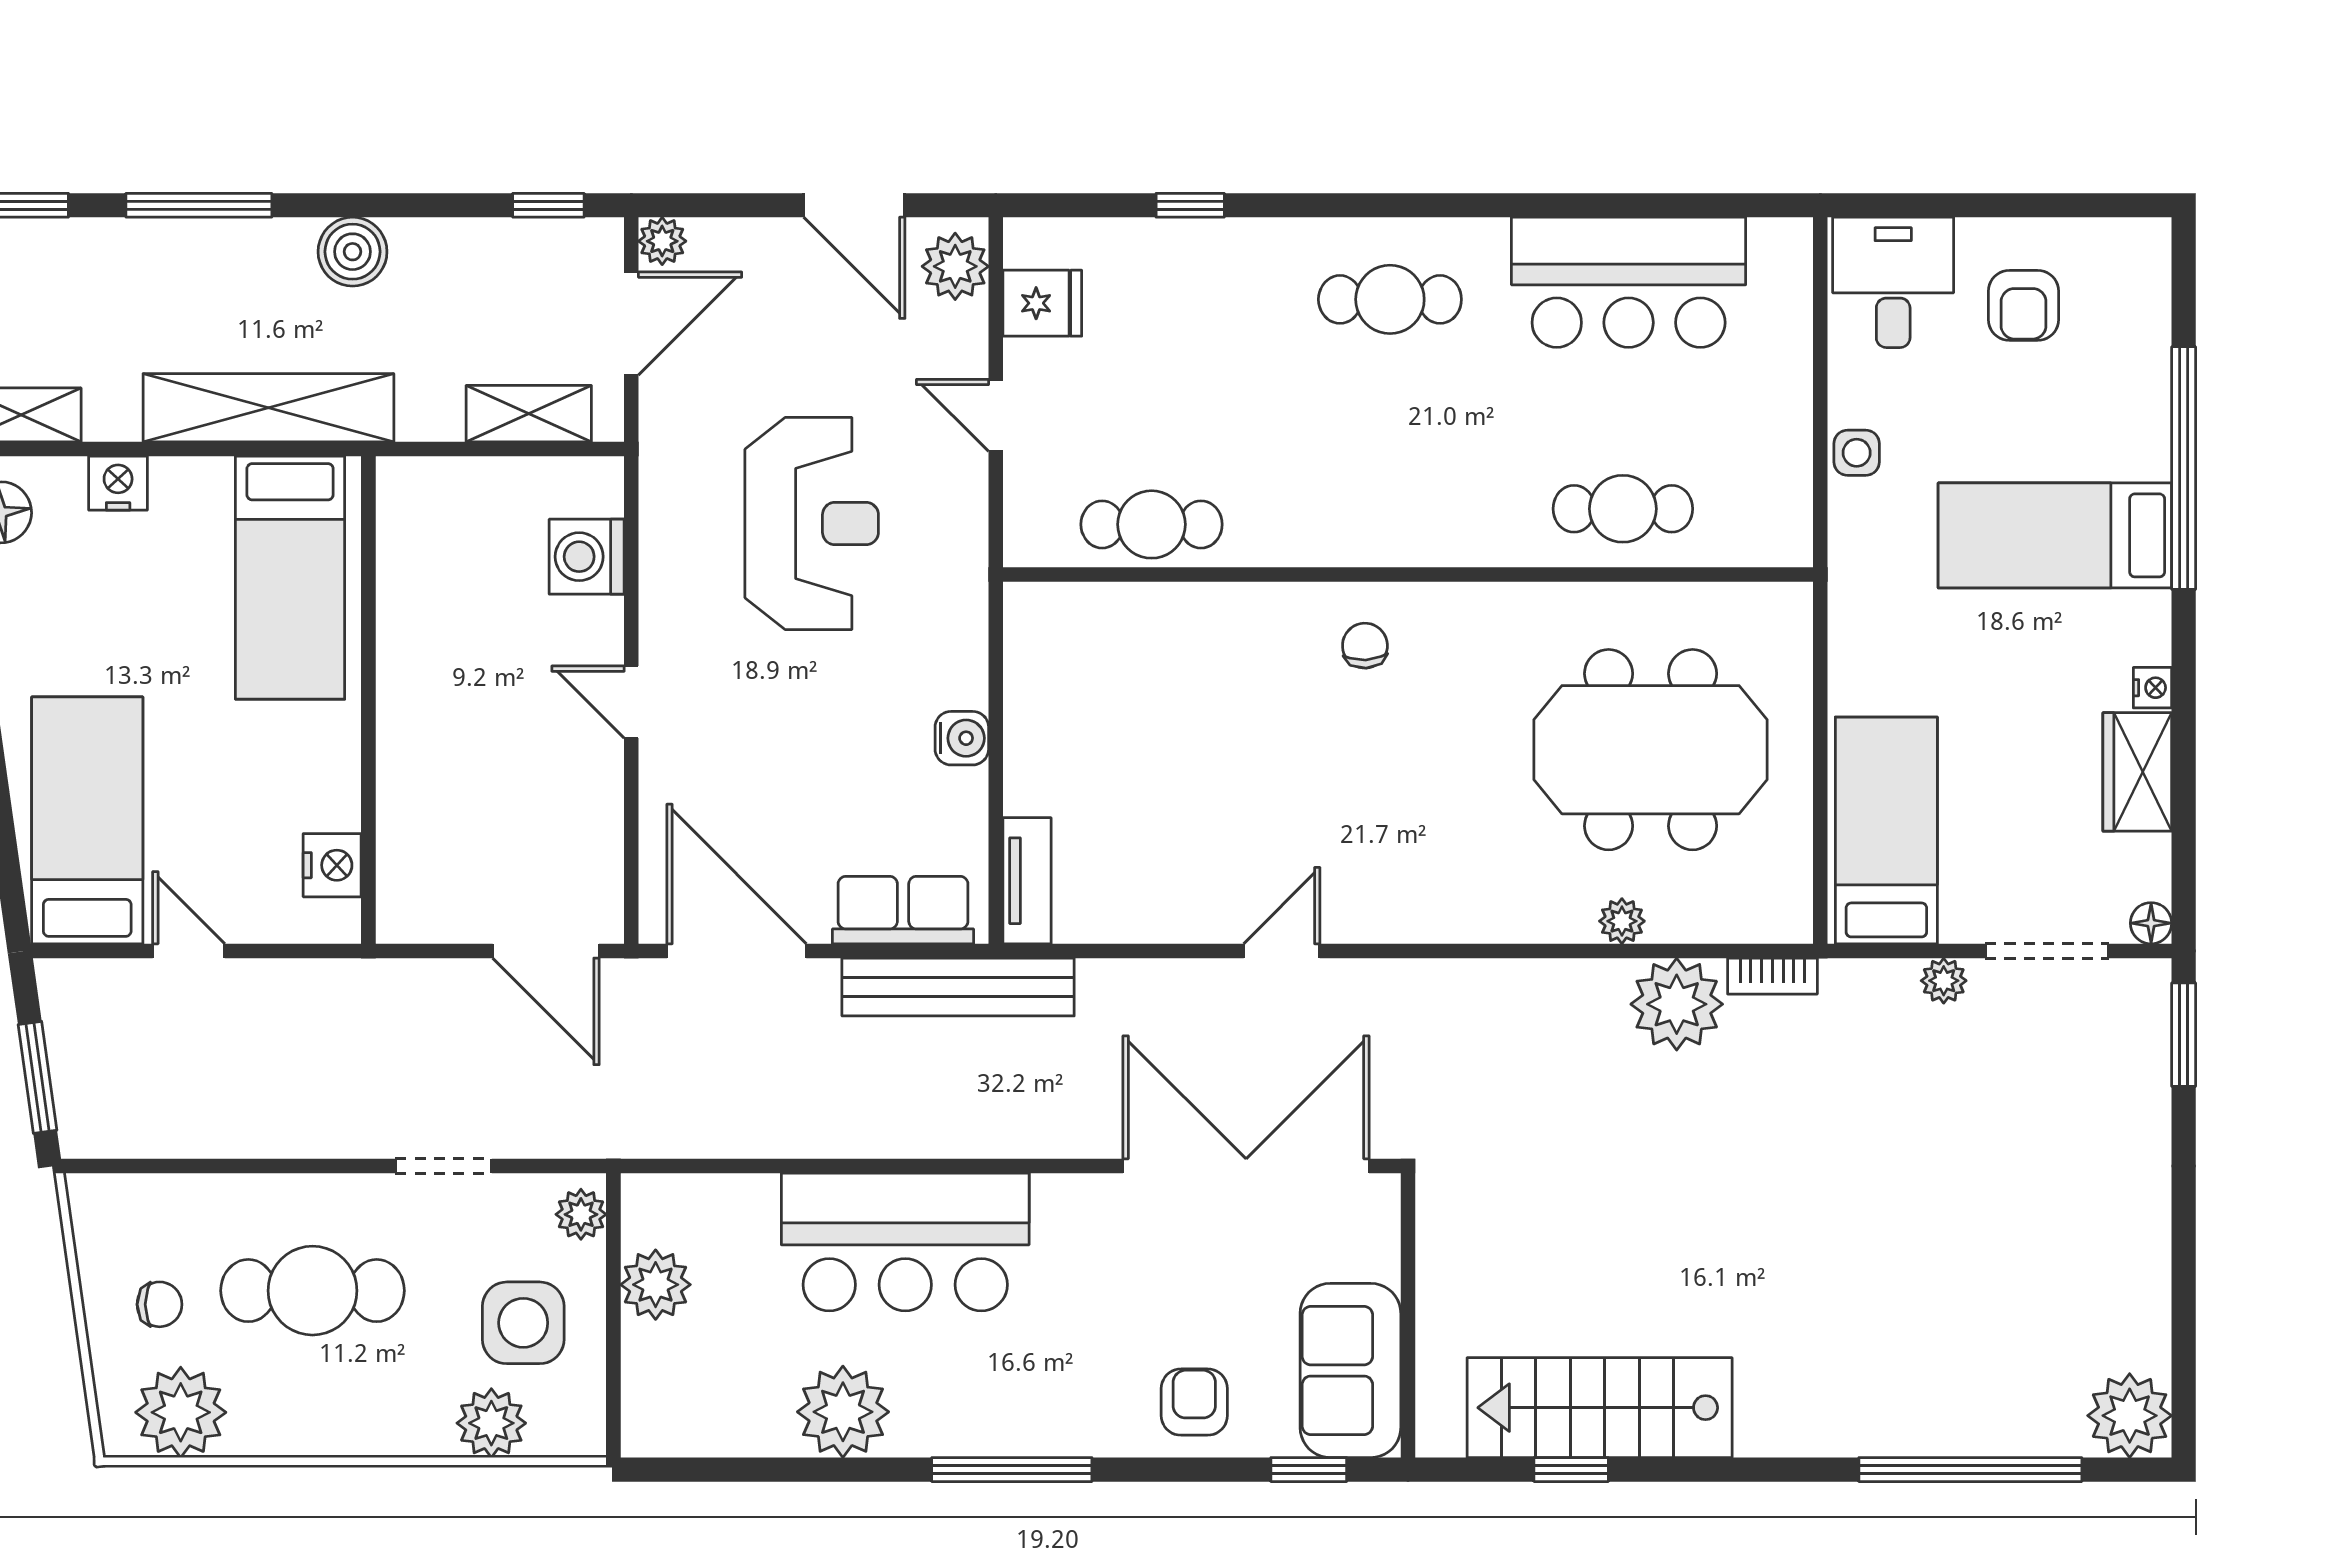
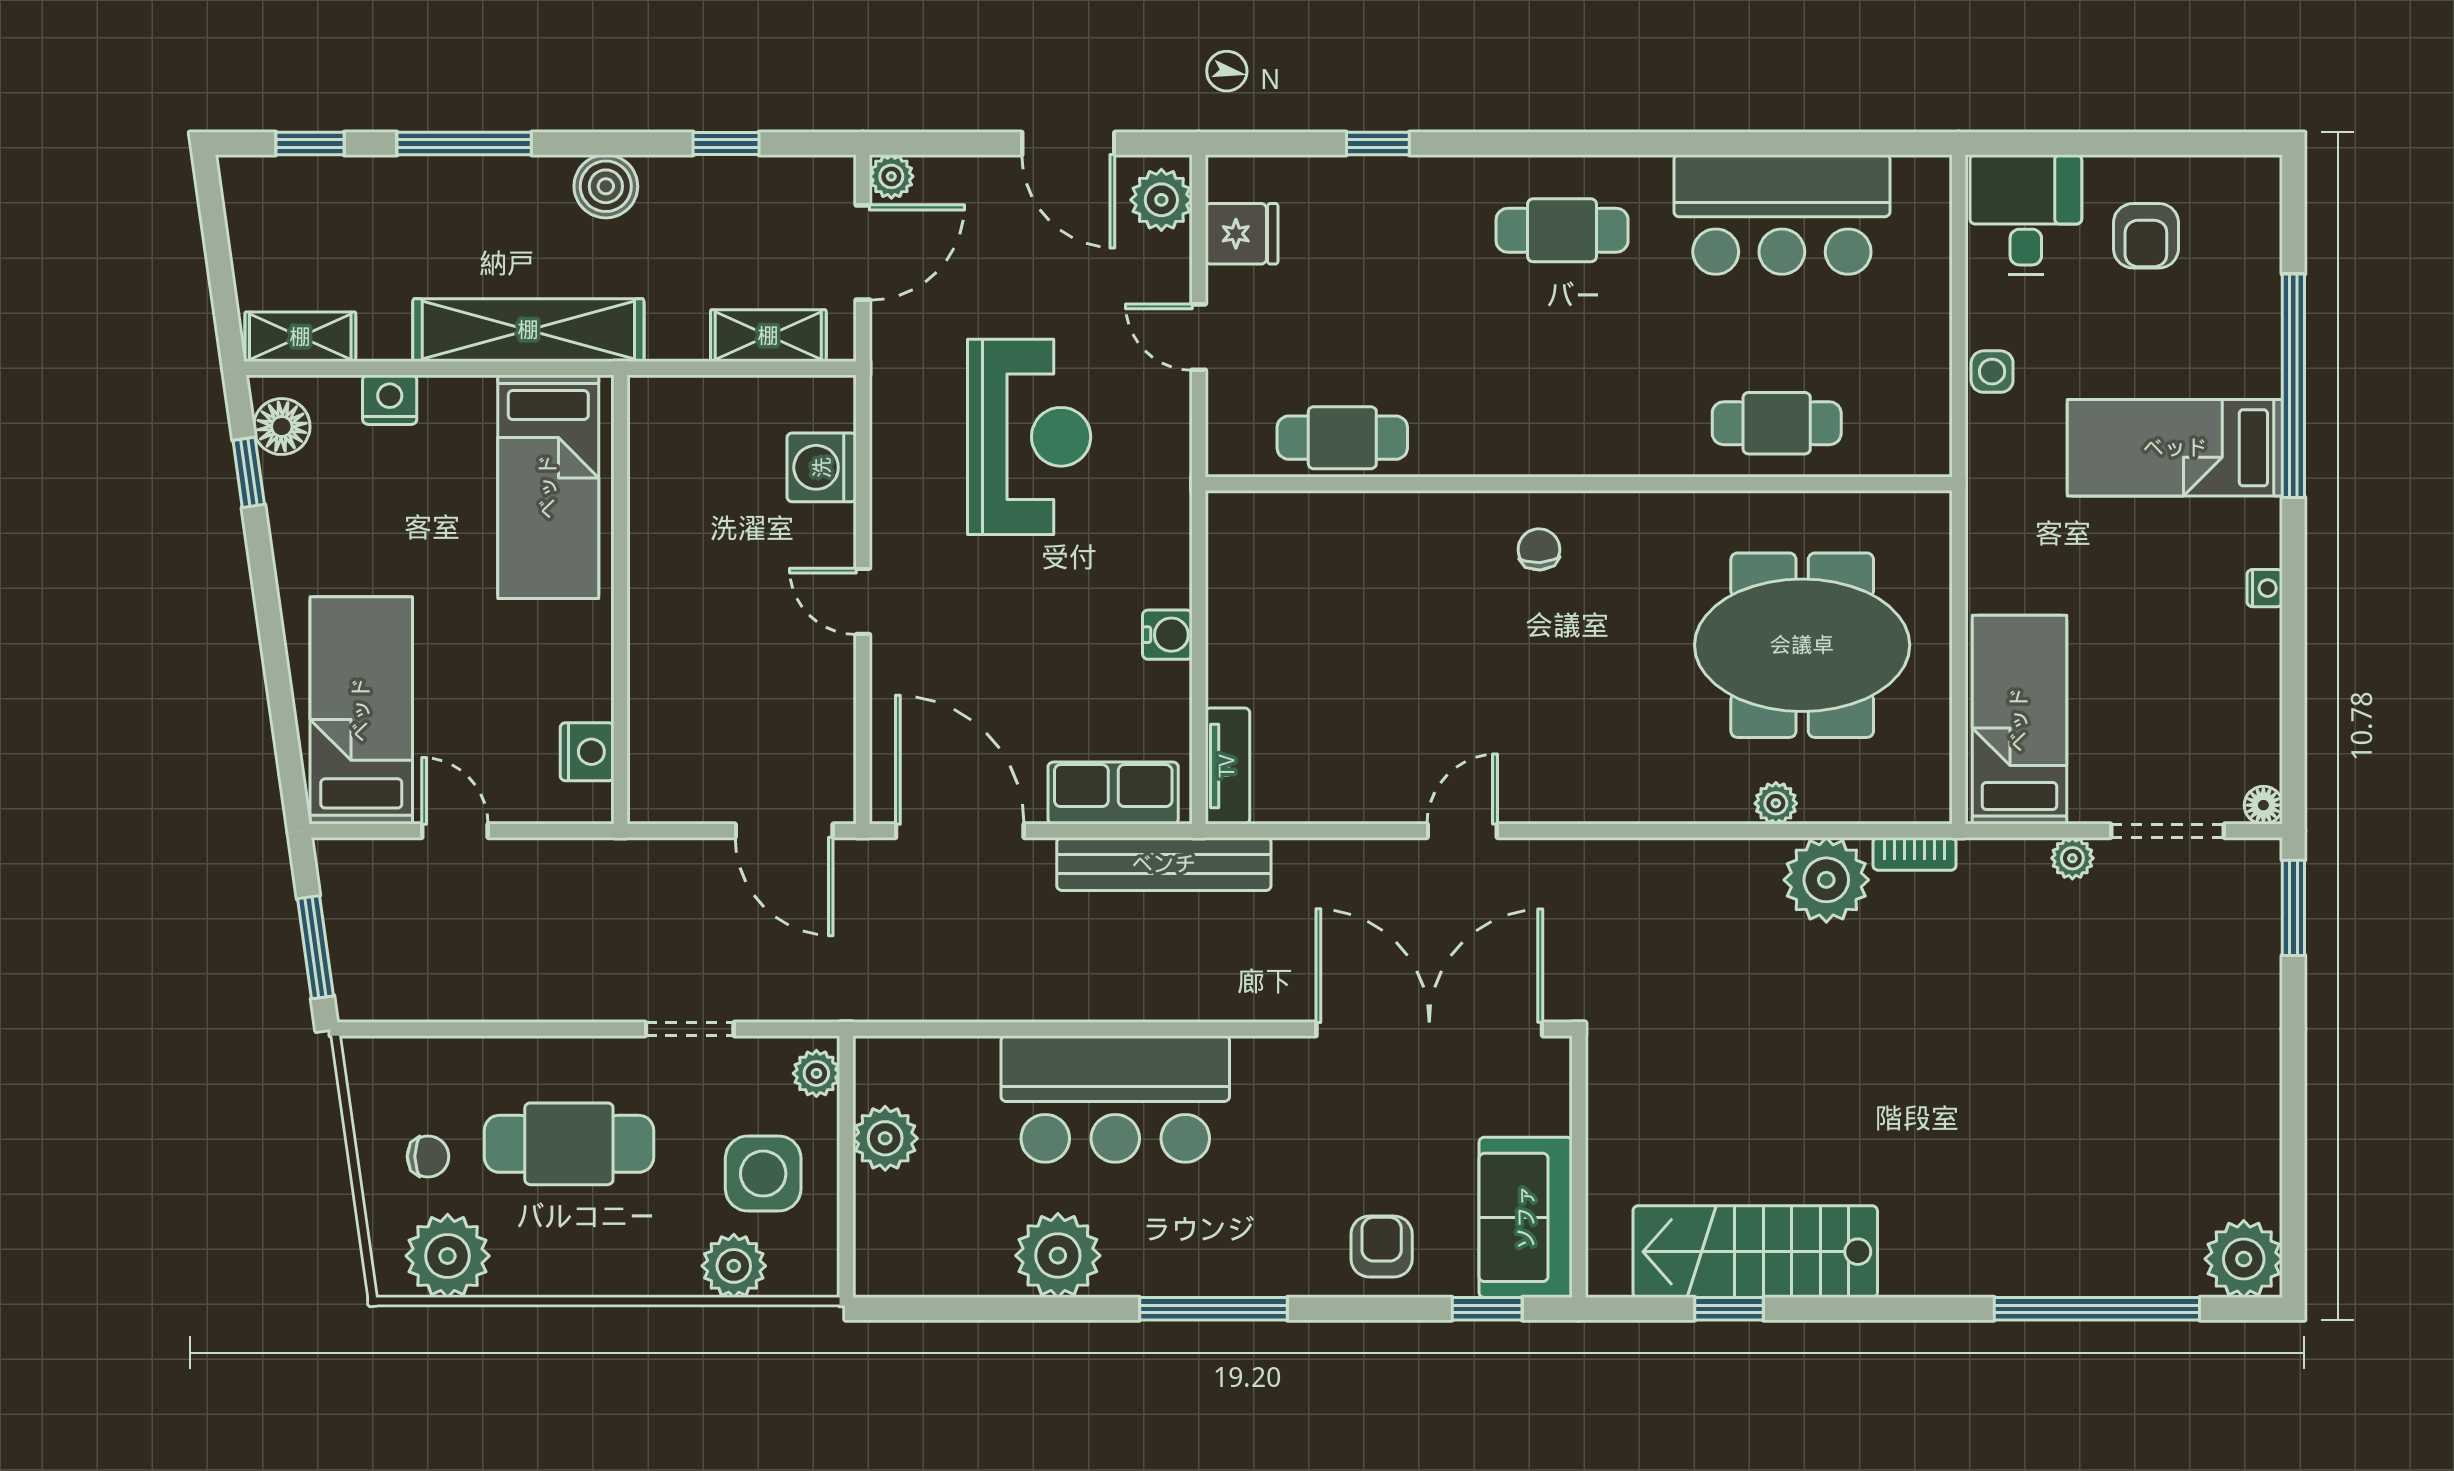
window: (548, 205) -> (726, 144), moved
wardrobe: (2137, 772) -> (2251, 666), removed

